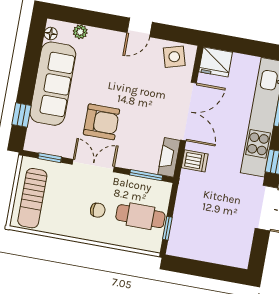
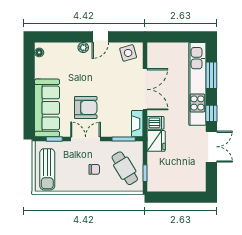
plant: (80, 32) -> (83, 48), moved
fridge: (216, 62) -> (156, 141), moved, turned -90
sofa: (53, 84) -> (47, 108), moved
window: (22, 115) -> (29, 113), removed
cafe table: (140, 216) -> (125, 168), turned 59

